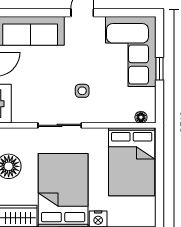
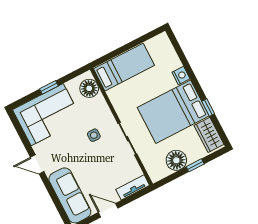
floor lamp: (141, 117) -> (89, 88), width x1.89, depth x1.89
bed: (132, 162) -> (124, 67), width x0.67

